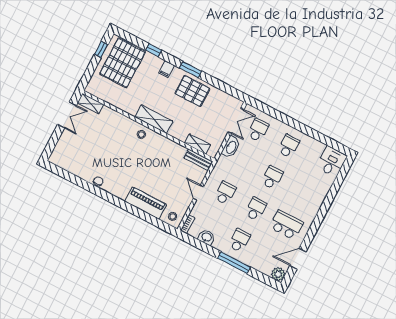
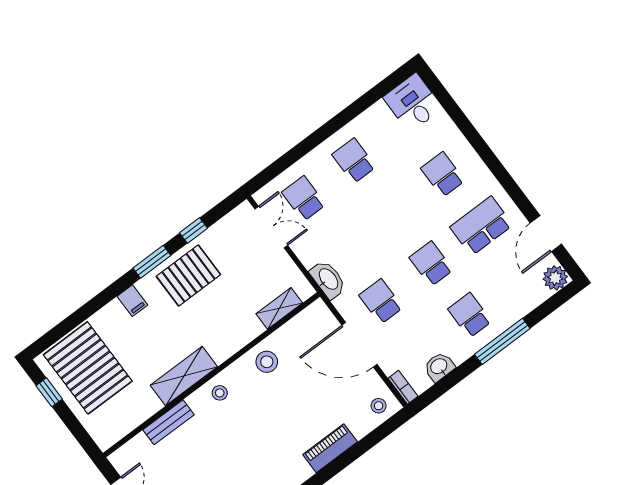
window: (154, 50) -> (193, 230), moved
shelving: (91, 104) -> (130, 452), removed
shelving: (154, 119) -> (184, 376), moved
washbasin: (231, 147) -> (328, 279), moved
stool: (168, 150) -> (267, 362), added
bench: (198, 160) -> (168, 422), moved
school desk: (272, 177) -> (443, 175), moved
door: (198, 193) -> (360, 345), width x1.87
piano: (146, 203) -> (330, 448), width x0.73, depth x0.75

